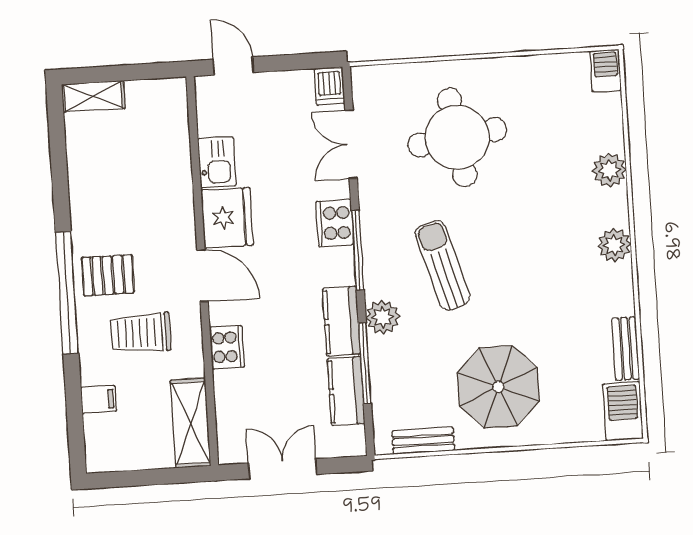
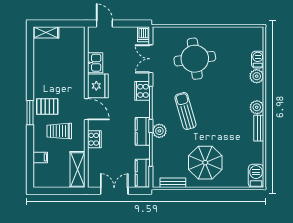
barbecue: (606, 71) -> (258, 60), moved
window: (67, 293) -> (30, 113), width x0.47
bench: (626, 349) -> (259, 128), moved
kitchen counter: (346, 391) -> (142, 173), moved

